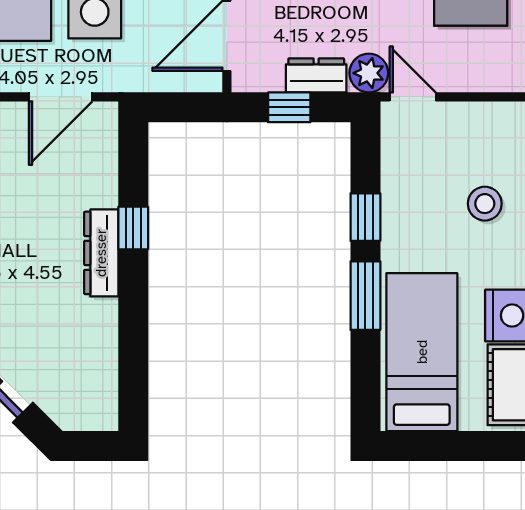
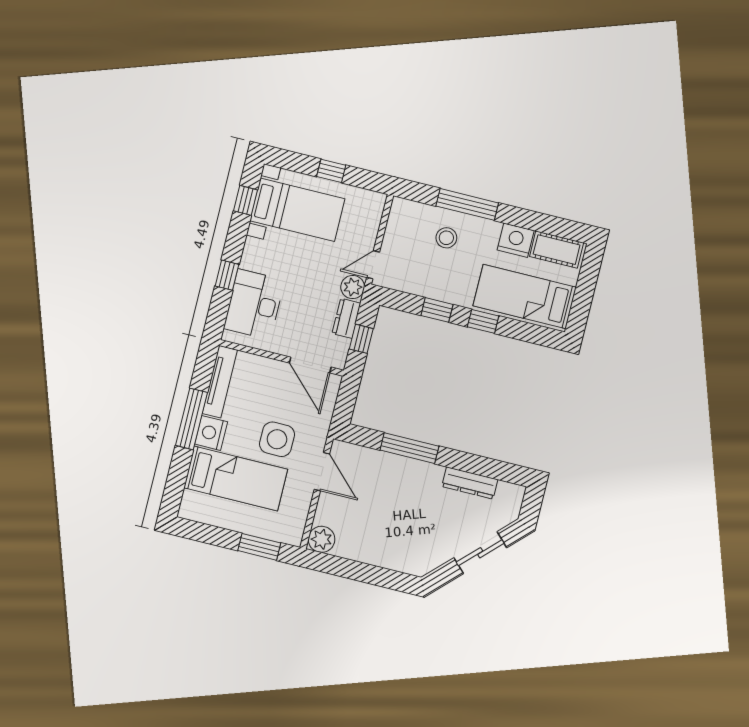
window: (133, 228) -> (409, 448), width x2.17
dresser: (101, 253) -> (470, 483), moved
window: (365, 296) -> (483, 321), width x0.67

